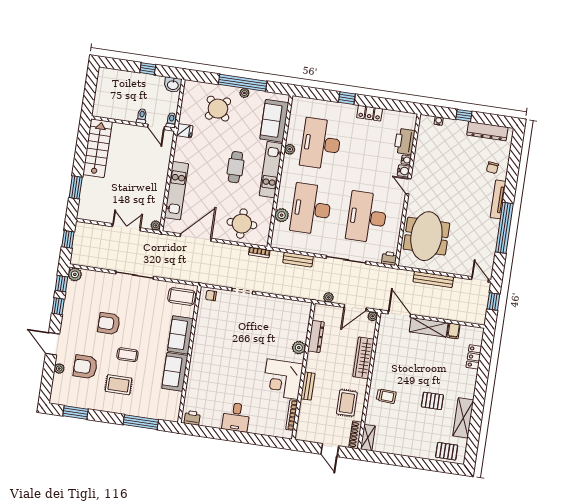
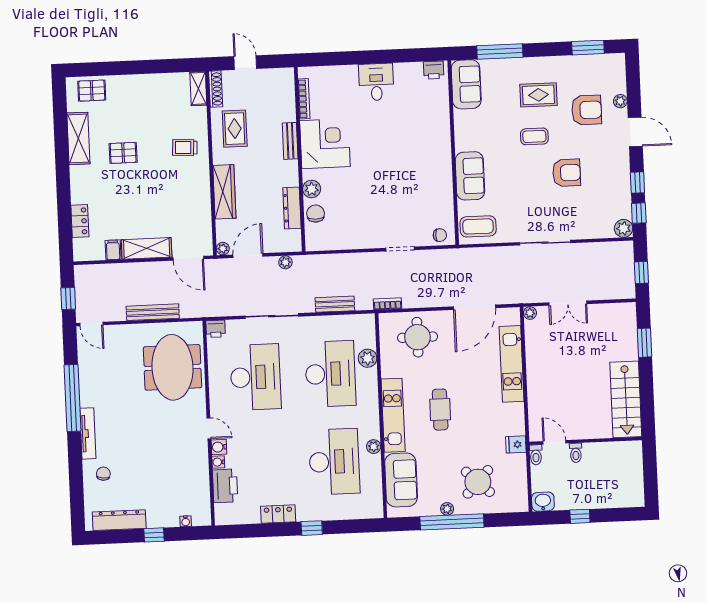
chair: (299, 329) -> (316, 214), added
sofa: (175, 372) -> (466, 84), moved

